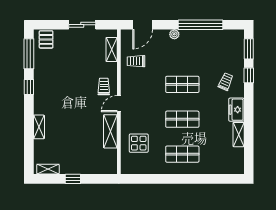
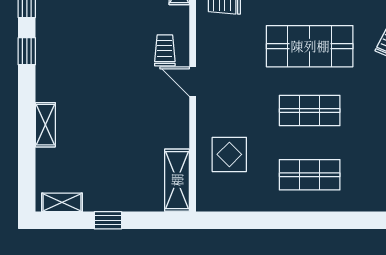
shop shelf: (182, 84) -> (310, 46), width x1.43, depth x1.36
door: (119, 104) -> (193, 82), hinge flipped
shelving: (110, 131) -> (177, 180), moved

